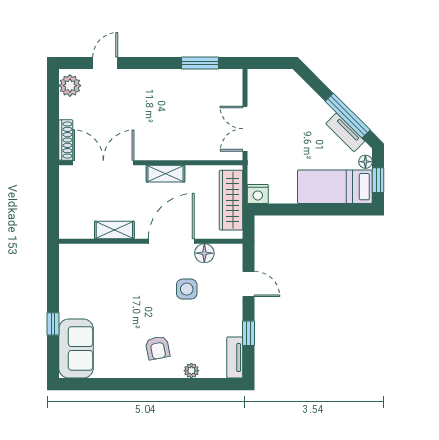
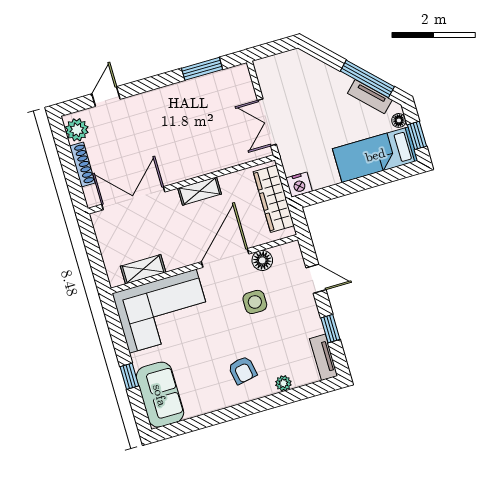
shoe rack: (66, 140) -> (82, 164), moved
shelving: (114, 230) -> (143, 269), moved
corner sofa: (100, 273) -> (163, 311), added

